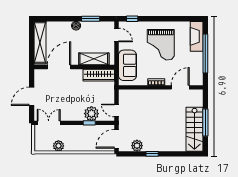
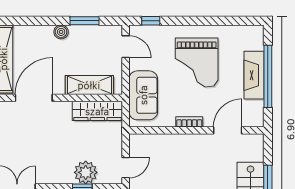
fireplace: (197, 36) -> (254, 75), moved
door: (116, 110) -> (126, 168), swing flipped

